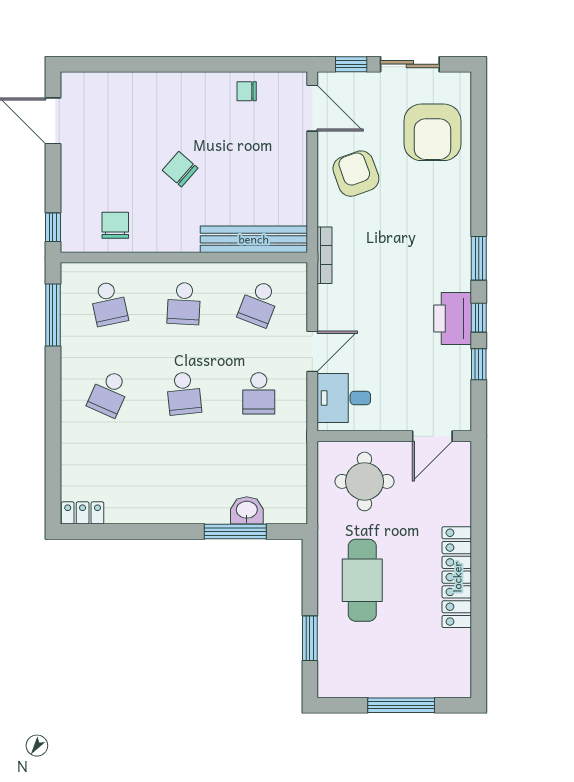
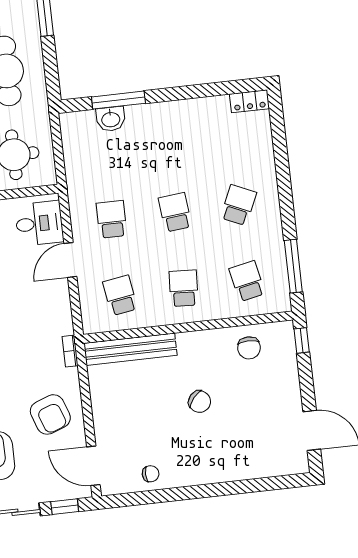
bookcase: (324, 255) -> (70, 351), width x0.64
school desk: (259, 304) -> (120, 295), turned -30

